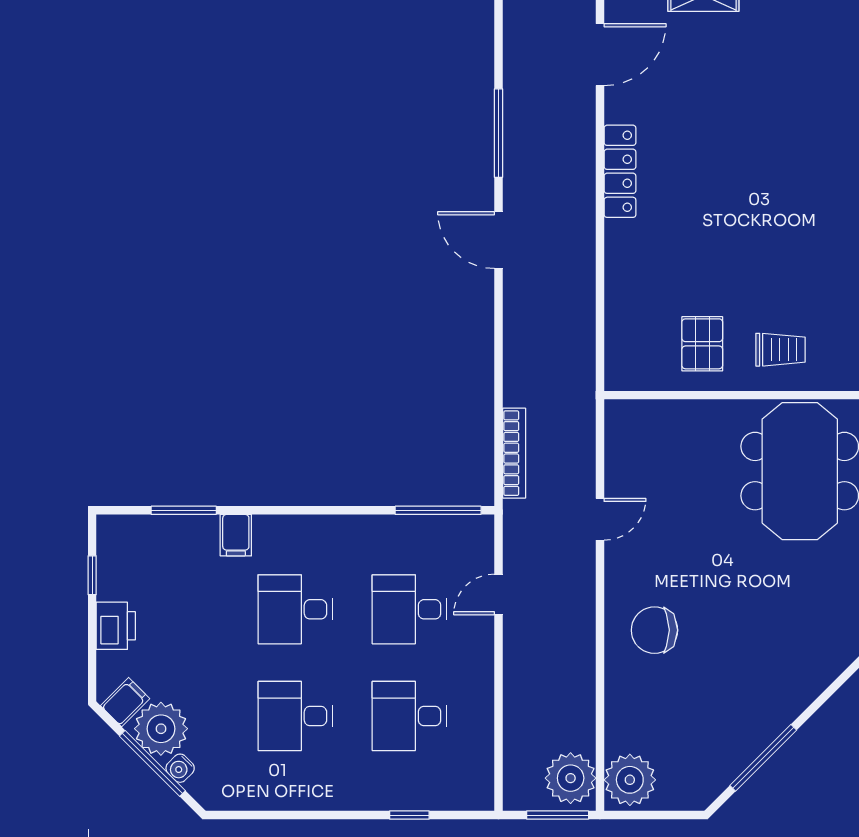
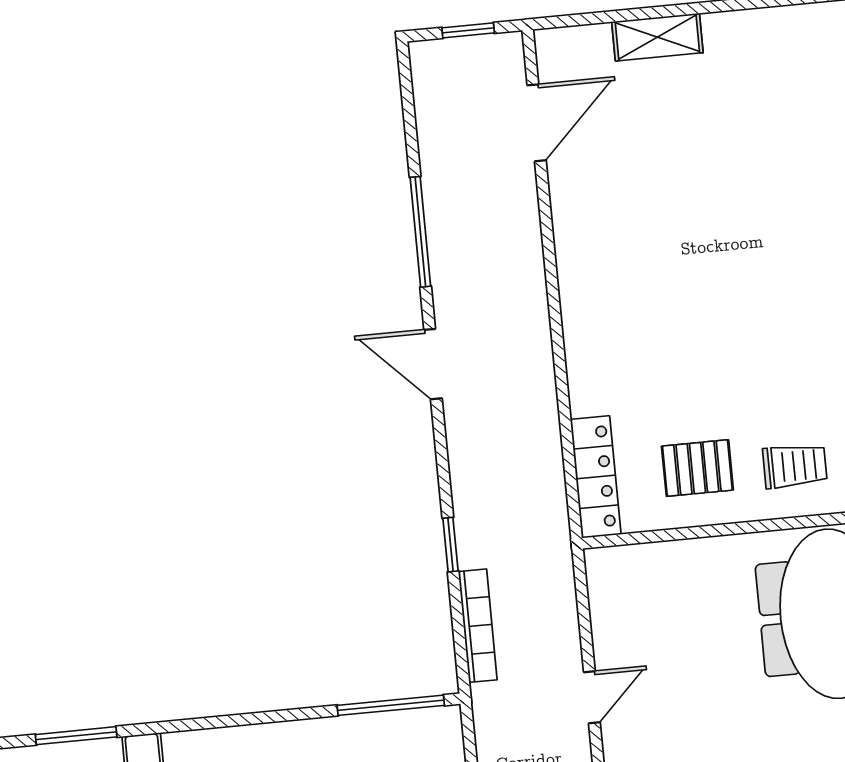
locker: (620, 171) -> (596, 477), moved
pallet: (702, 344) -> (697, 468), turned 90
window: (498, 386) -> (450, 545), added

